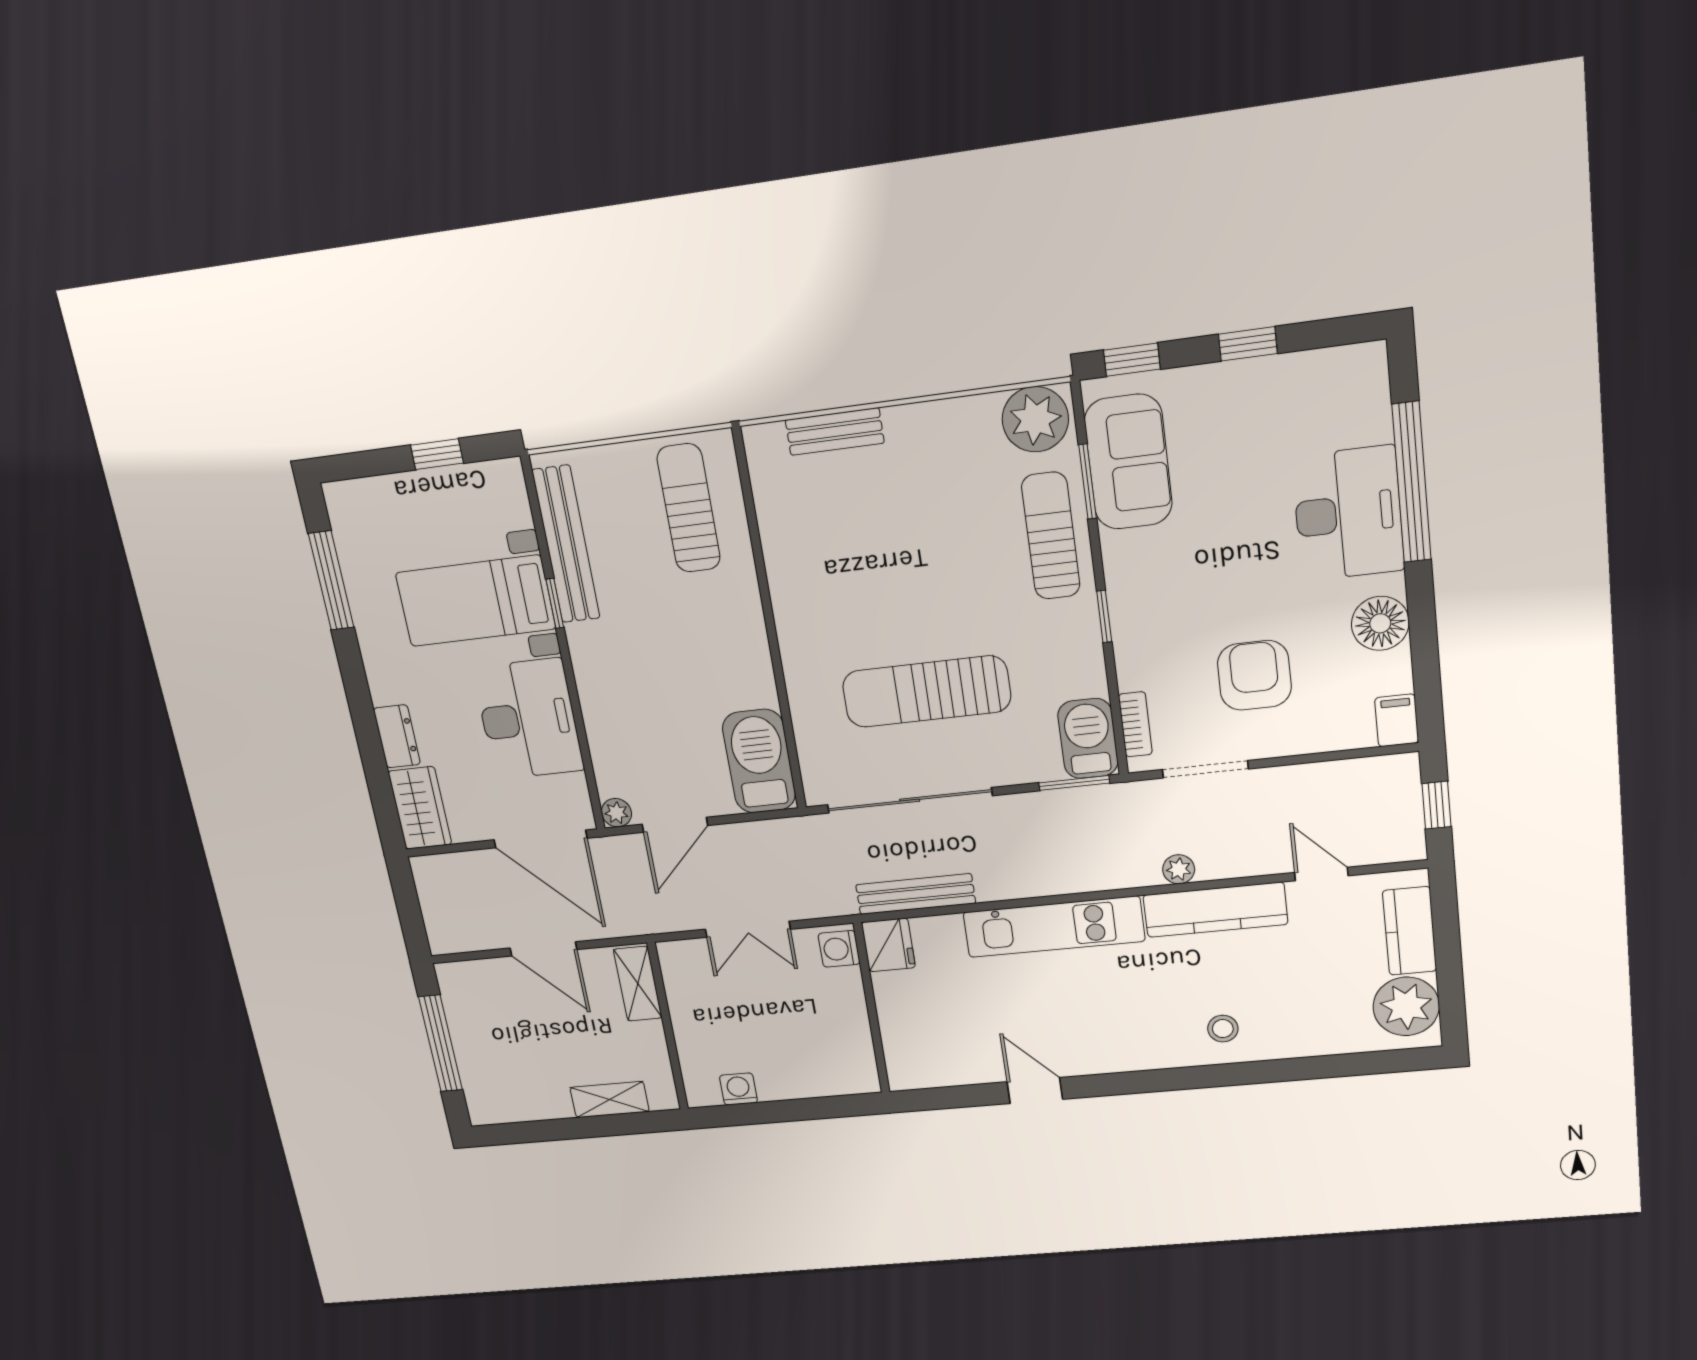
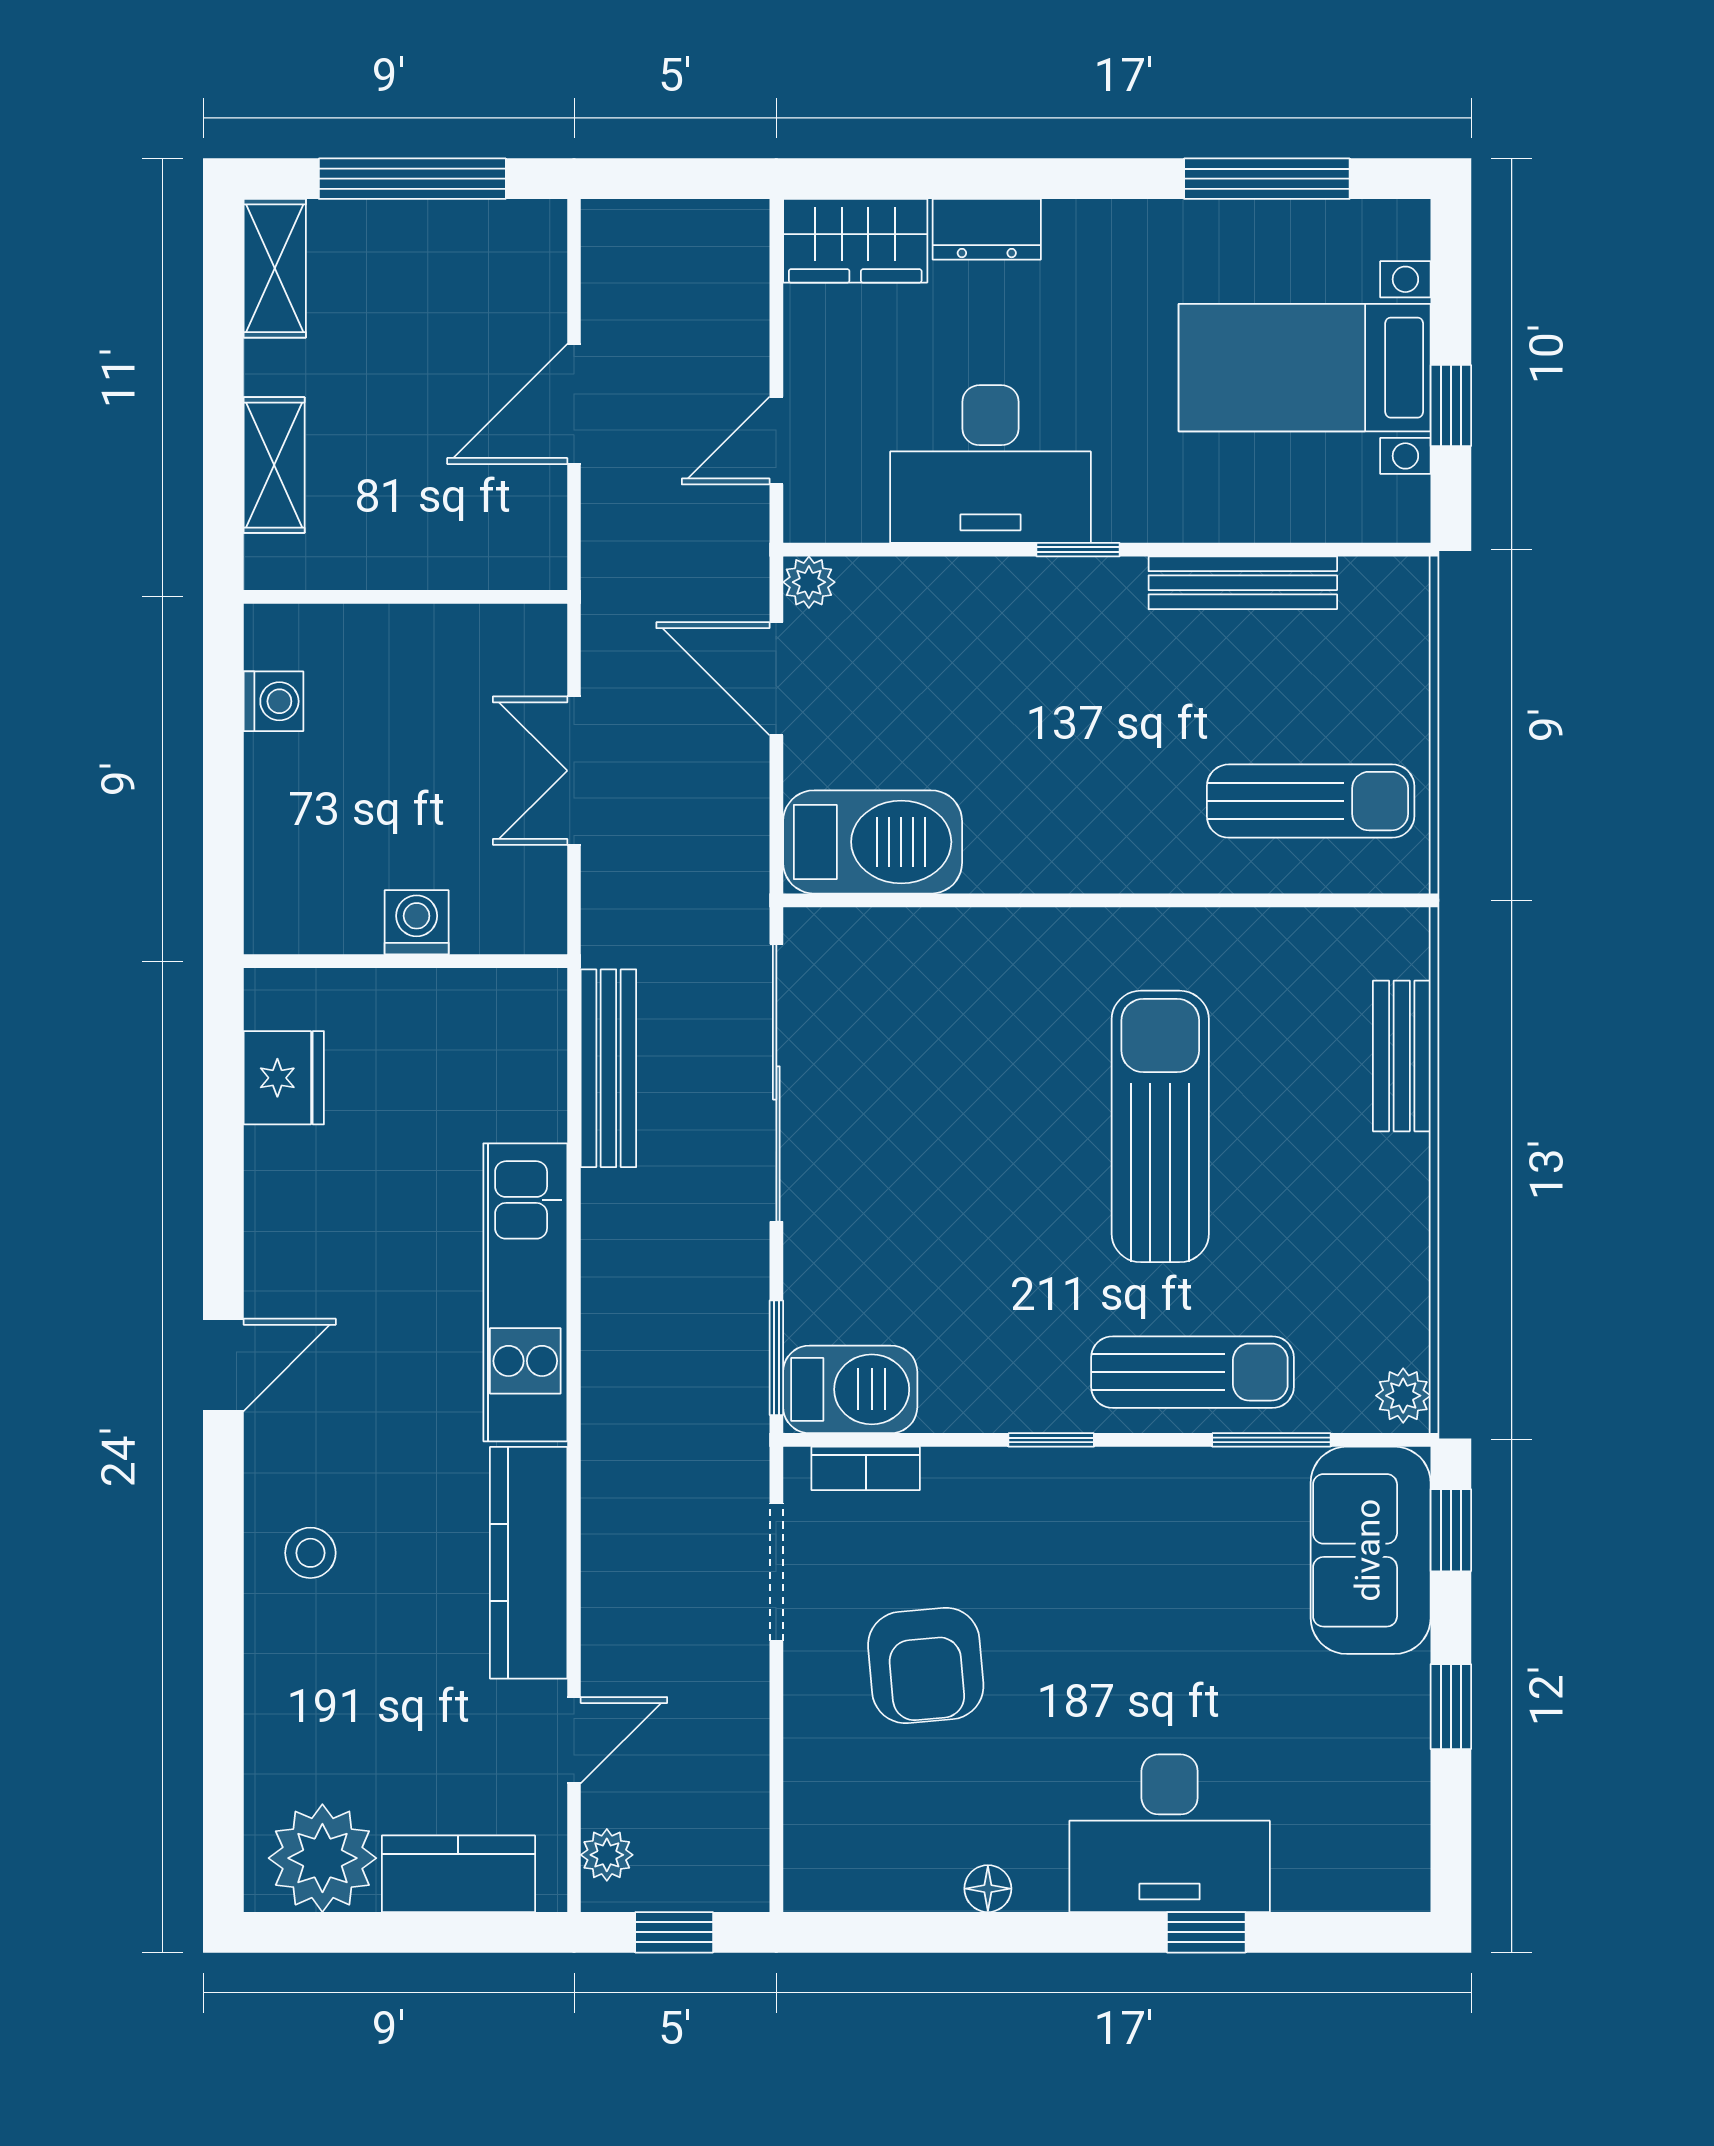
plant: (1035, 419) -> (1403, 1396), width x0.53, depth x0.53
sofa: (1128, 462) -> (1371, 1550), moved, turned 90
window: (1412, 482) -> (1206, 1932), width x0.32
bench: (566, 544) -> (1243, 583), width x0.73, depth x0.82
bed with nightstands: (476, 601) -> (1305, 368), moved, turned -90
window: (555, 603) -> (1078, 550), moved
floor lamp: (1380, 623) -> (988, 1889), width x0.53, depth x0.53
armchair: (1254, 675) -> (926, 1665), turned 85
sun lounger: (927, 692) -> (1160, 1126), moved
filing cabinet: (1397, 720) -> (825, 1881), removed
door: (540, 839) -> (776, 441), width x0.53
plant: (1179, 869) -> (607, 1855), moved
fridge: (888, 945) -> (284, 1078), moved, turned -90
washing machine: (839, 949) -> (417, 922), moved
shelving: (638, 984) -> (275, 268), moved, turned 90
door: (1035, 1091) -> (223, 1365), moved

